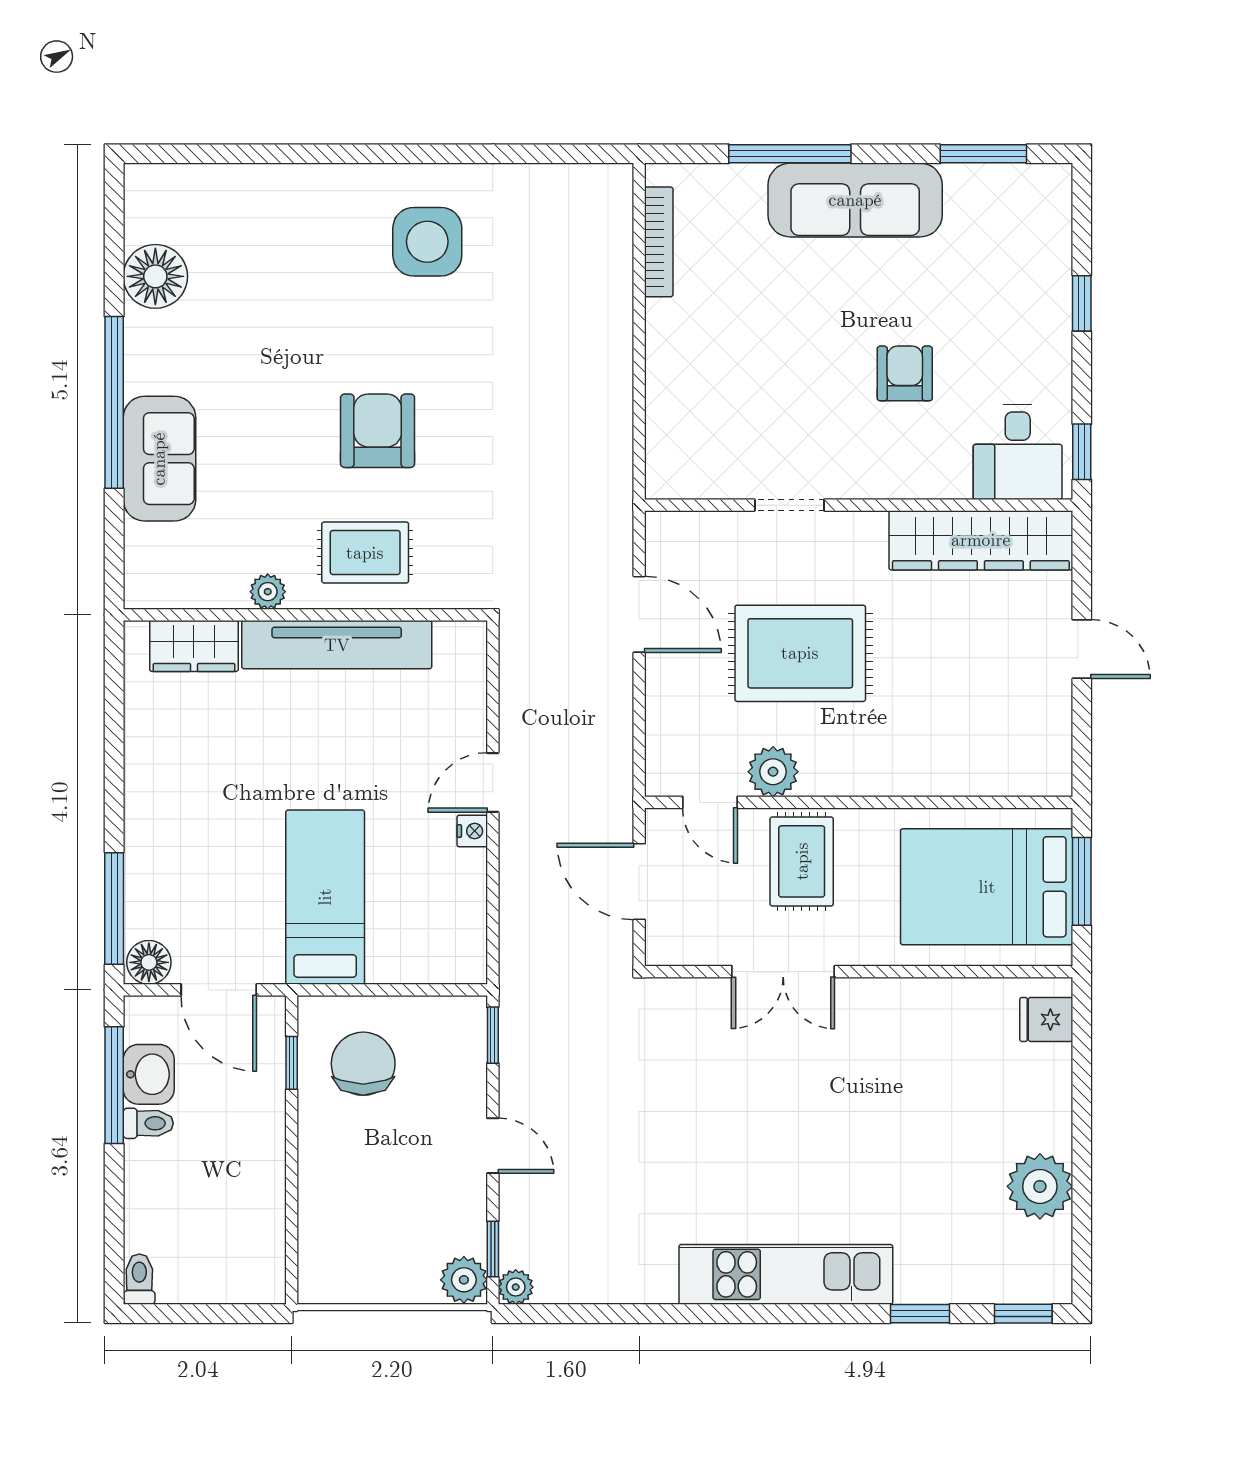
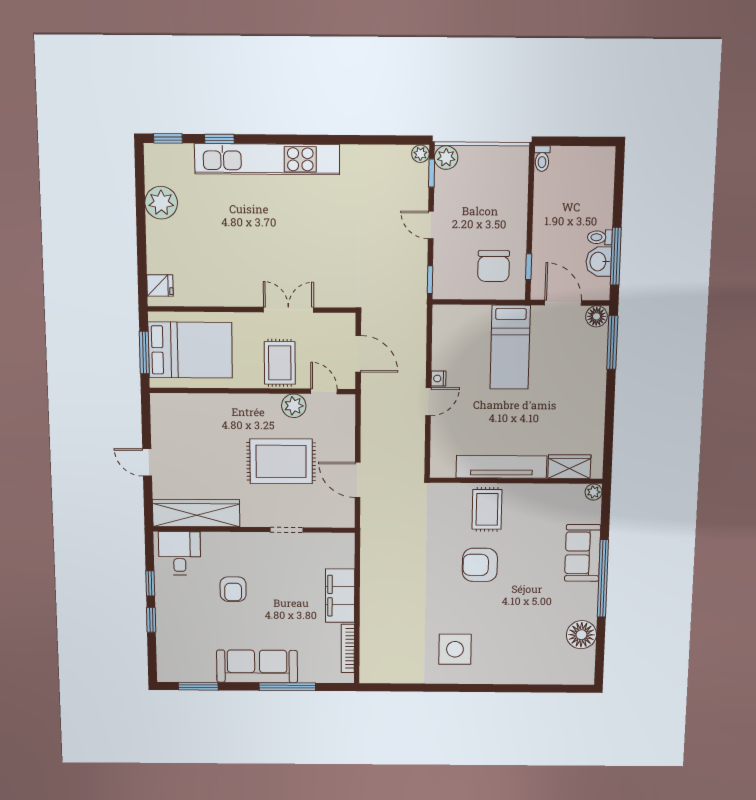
filing cabinet: (676, 360) -> (340, 596), added
armchair: (378, 431) -> (480, 565), turned 90
window: (1082, 452) -> (150, 583), moved
rug: (365, 553) -> (487, 509), turned 90
plant: (268, 592) -> (594, 492), moved
kitchen unit: (786, 1274) -> (267, 159), width x1.36
toilet: (139, 1279) -> (542, 159), moved

